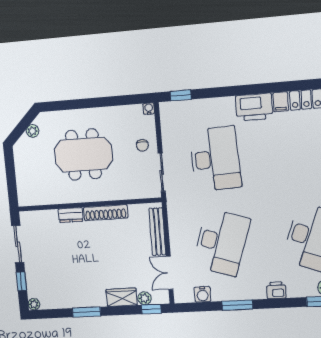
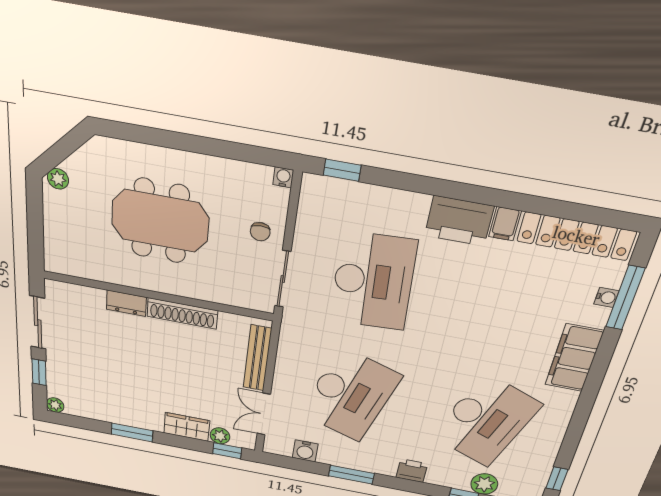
plant: (33, 131) -> (58, 179), moved

